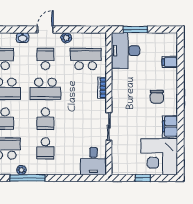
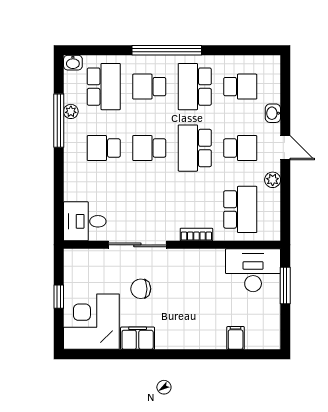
chair: (157, 97) -> (141, 289), moved
sliding door: (109, 126) -> (137, 245), width x1.37

